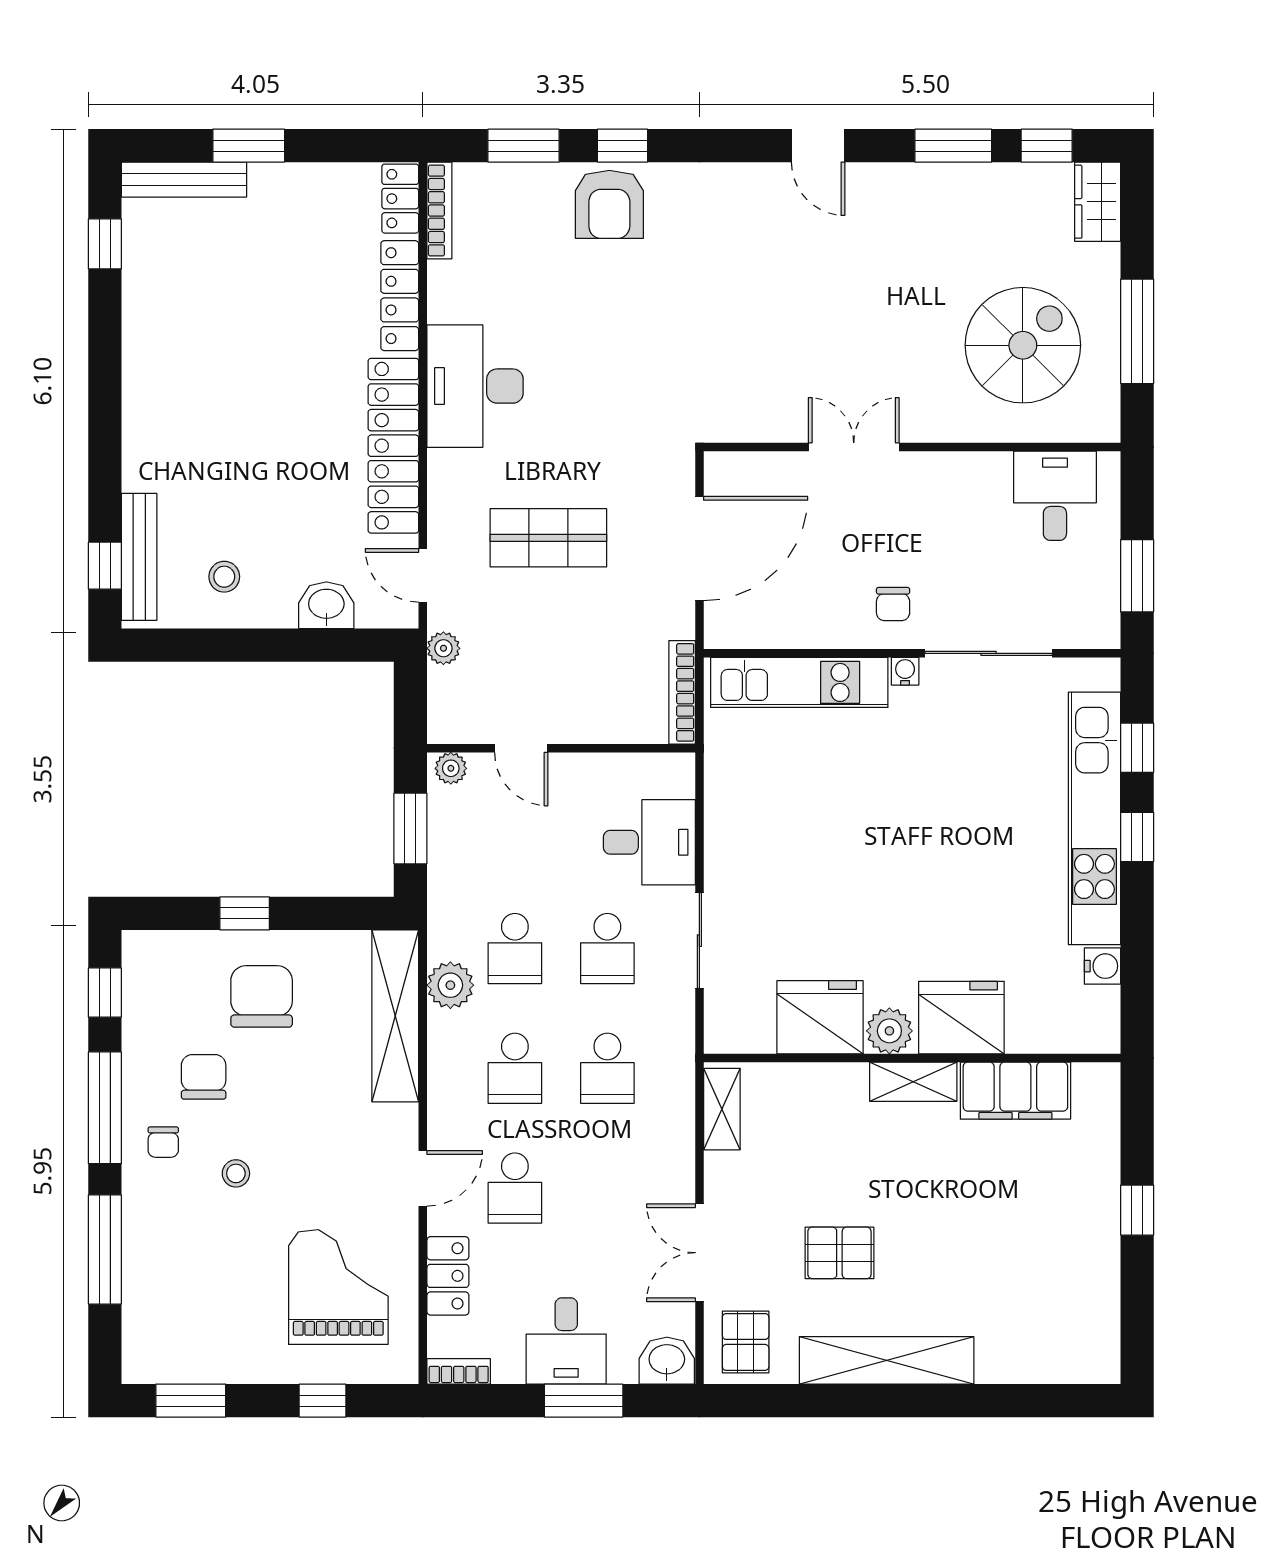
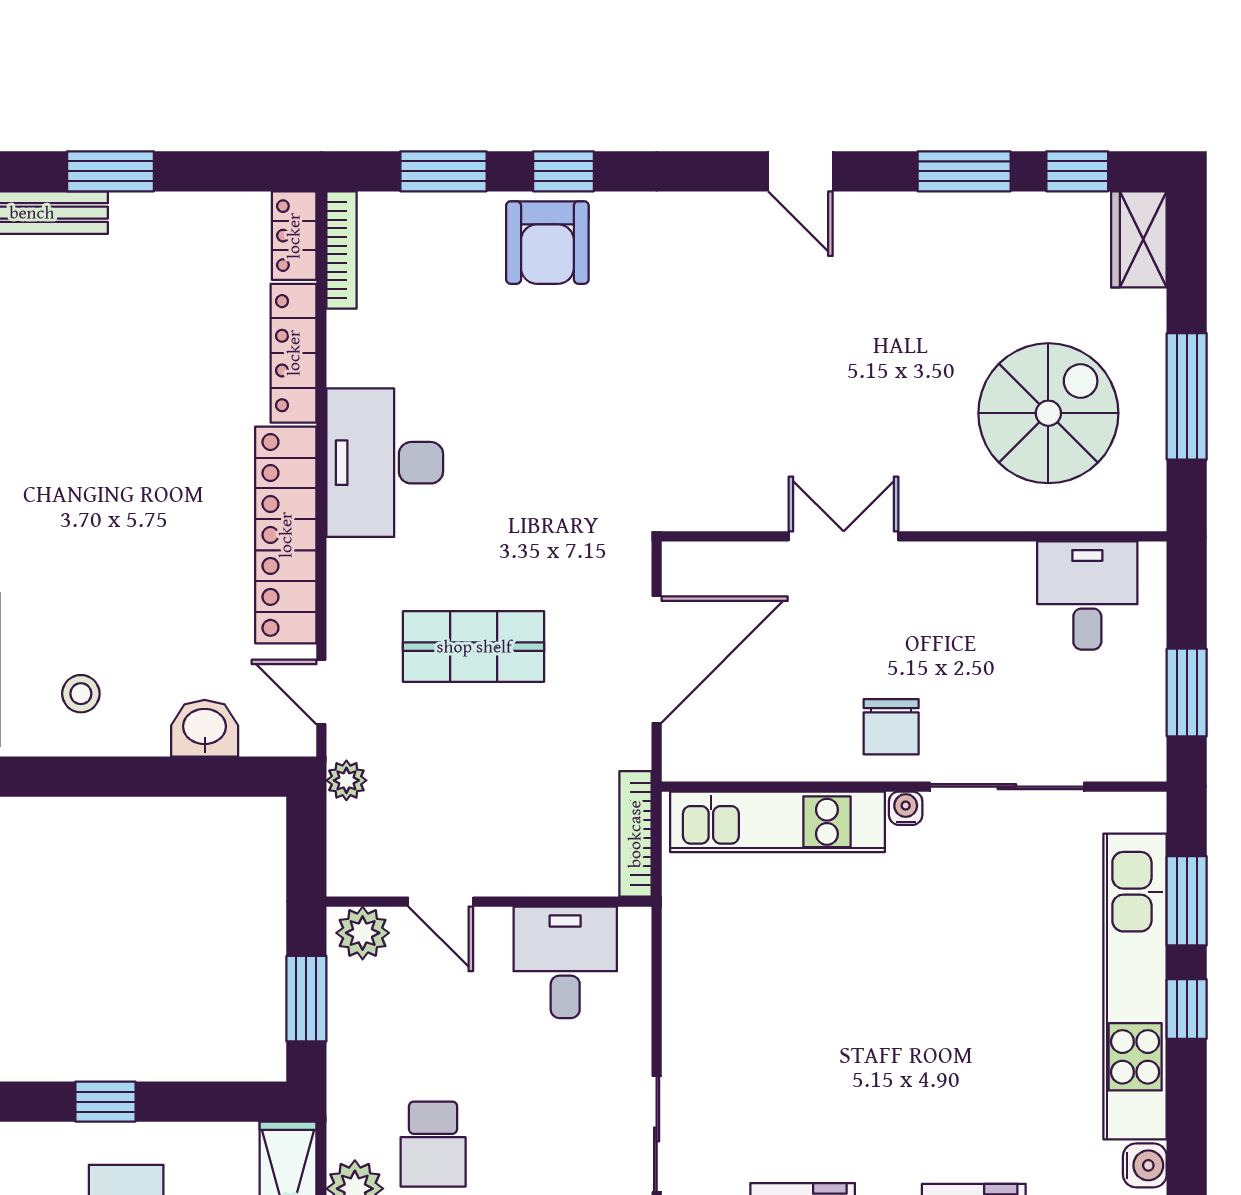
chair: (893, 604) -> (891, 727), width x1.37, depth x1.37
window: (1137, 748) -> (1187, 901), width x1.50
plant: (451, 768) -> (363, 933), width x1.38, depth x1.38
desk: (649, 842) -> (565, 962), moved, turned -90
school desk: (607, 948) -> (545, 1144), removed

